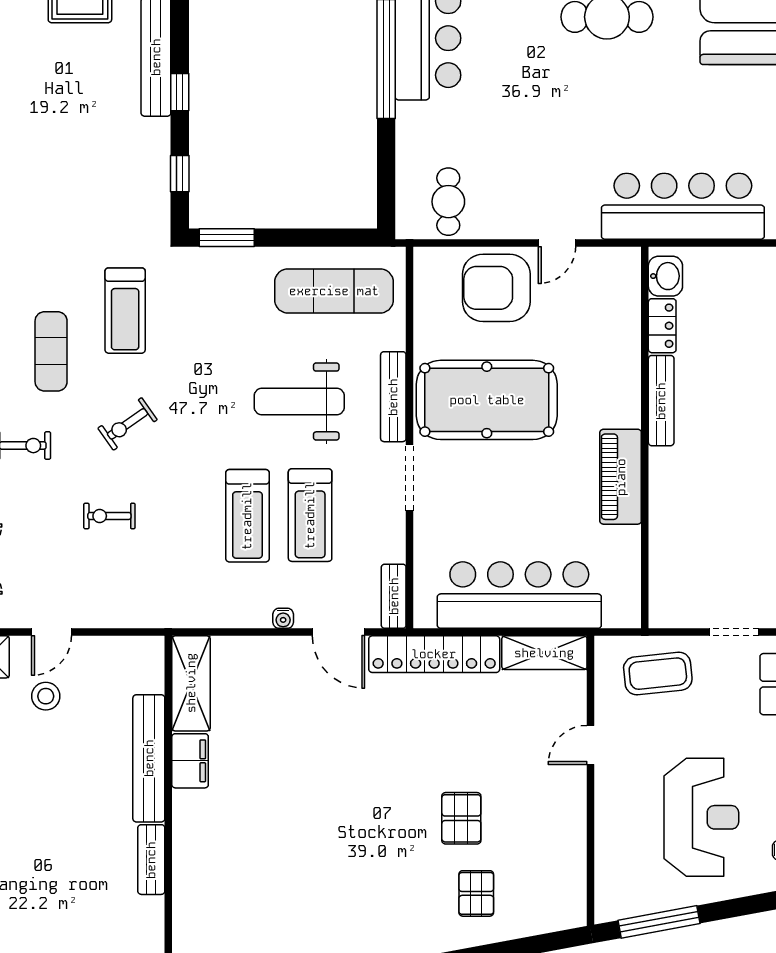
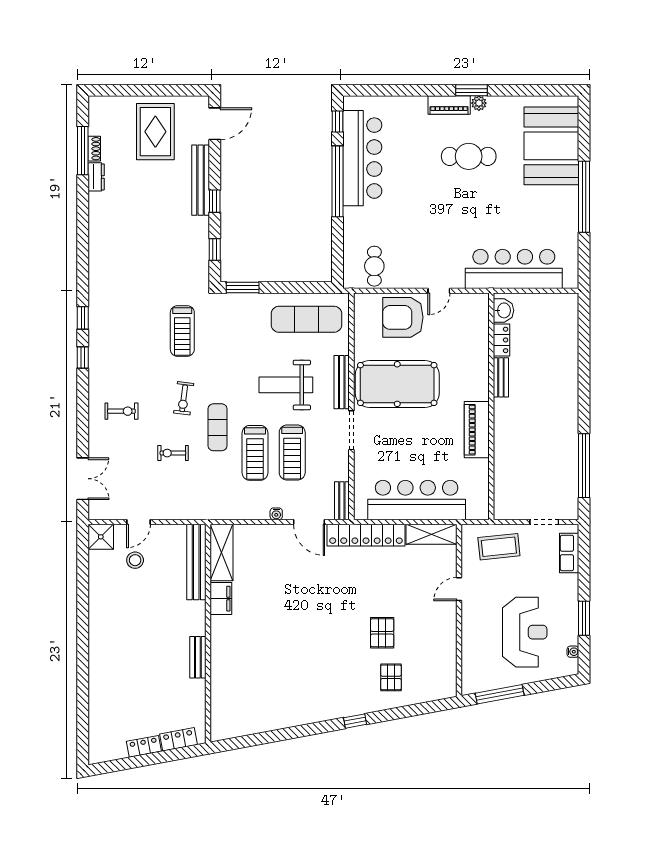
exercise mat: (51, 351) -> (218, 427), moved
bench: (661, 401) -> (501, 377), width x0.73
exercise bike: (127, 424) -> (184, 398), turned -48
bench: (149, 758) -> (196, 562), moved

